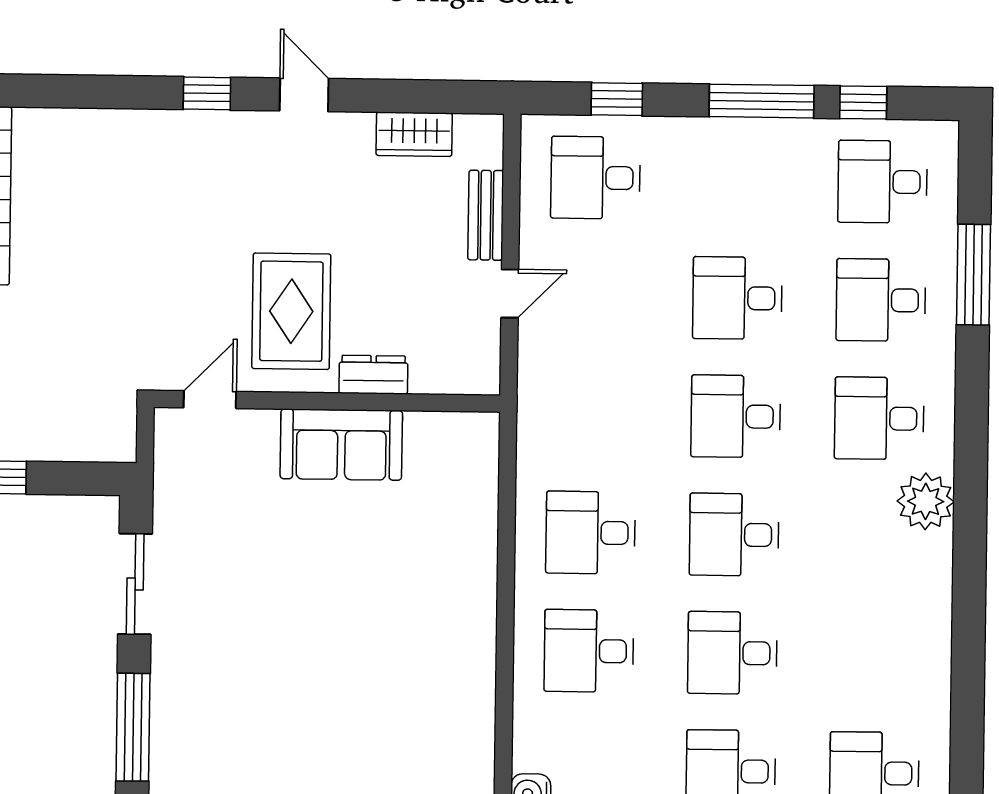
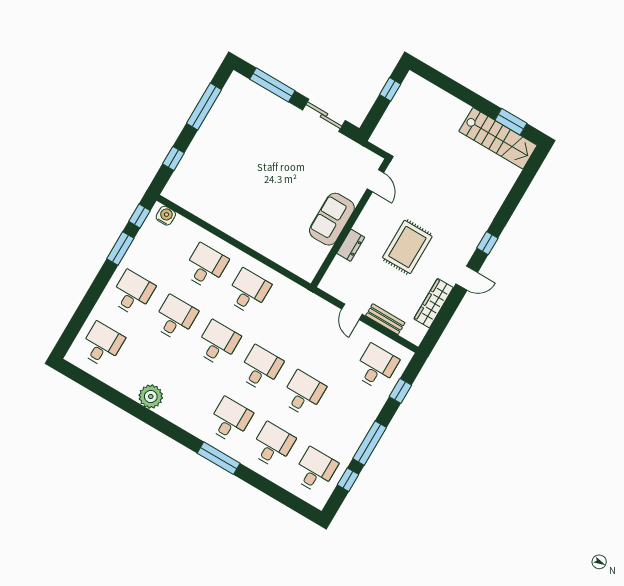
wardrobe: (414, 134) -> (434, 303), width x1.50
window: (973, 275) -> (219, 458), moved
rug: (291, 311) -> (407, 247), moved, turned 90
plant: (926, 501) -> (151, 397), moved

